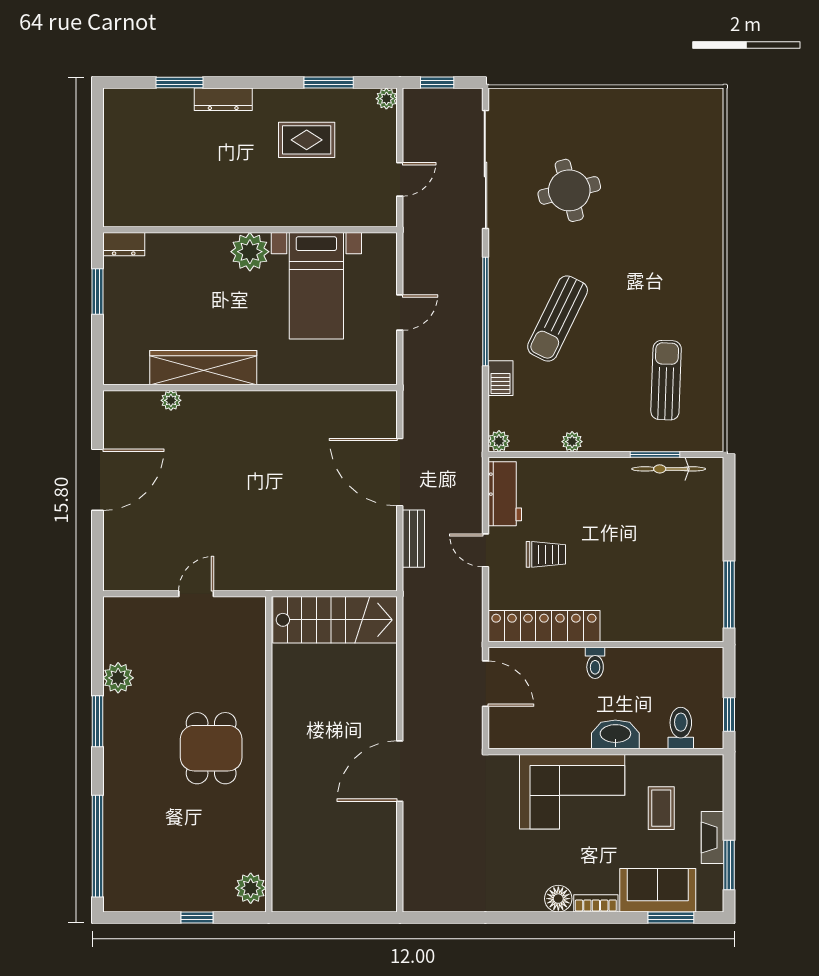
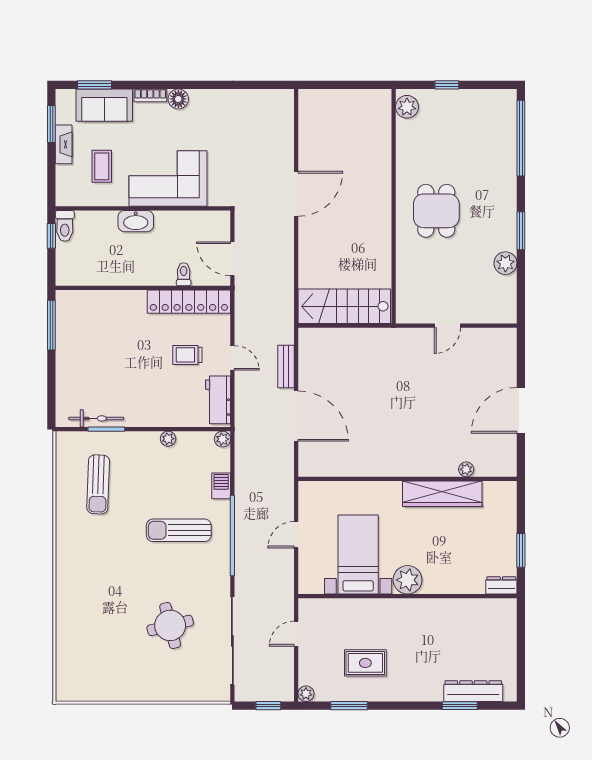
dresser: (223, 99) -> (473, 691), moved, width x1.37, depth x1.24
sun lounger: (558, 318) -> (179, 530), turned -116
toilet: (595, 663) -> (184, 274), moved
toilet: (681, 728) -> (65, 226), moved

